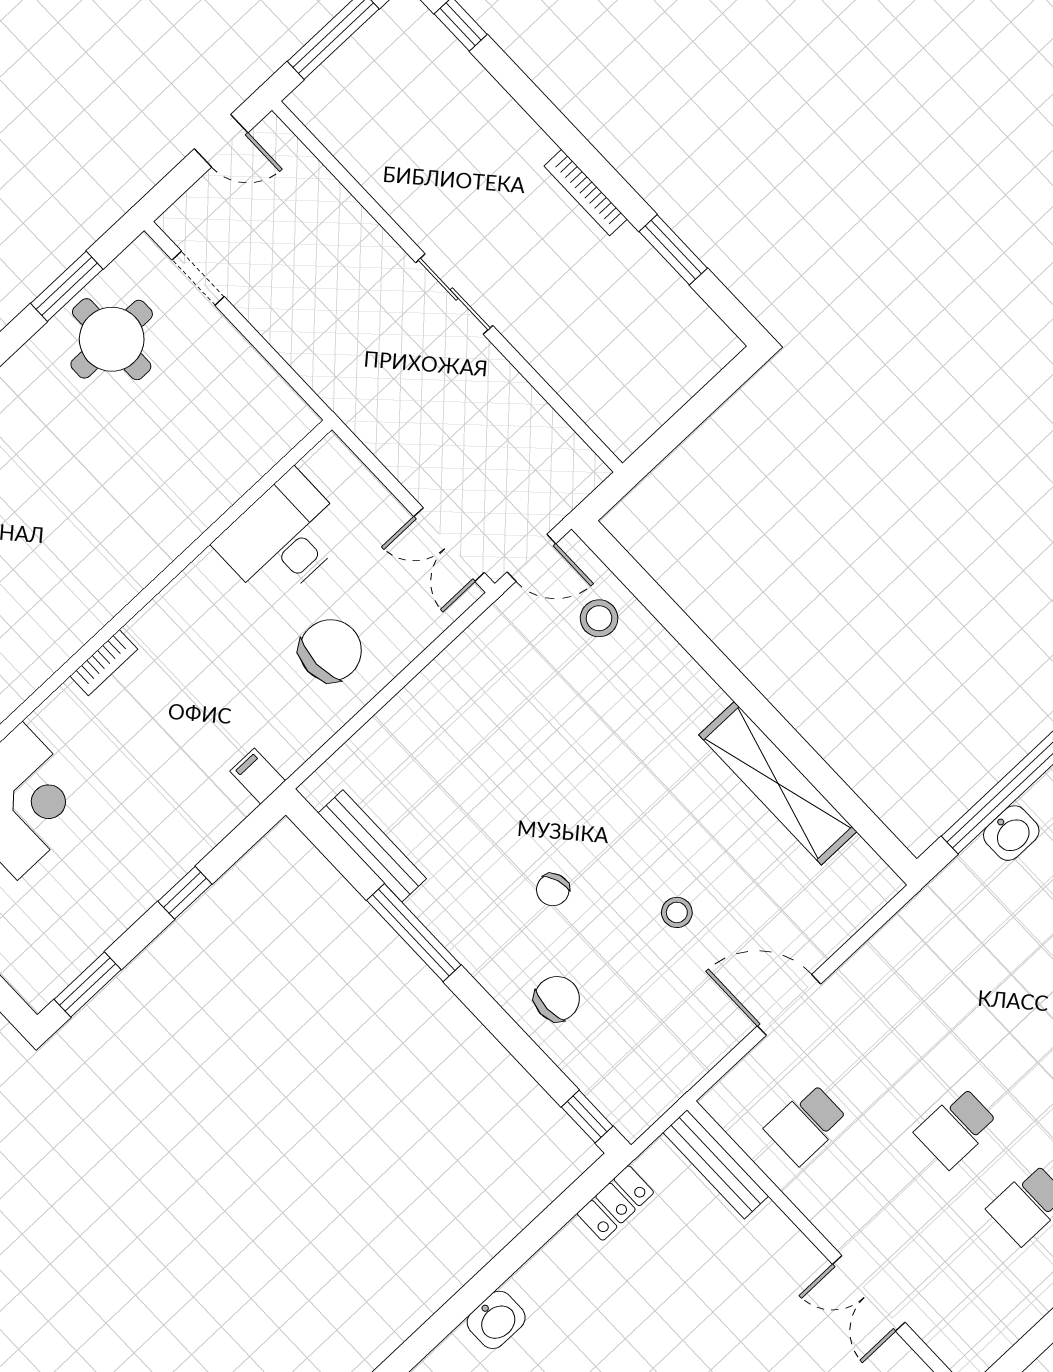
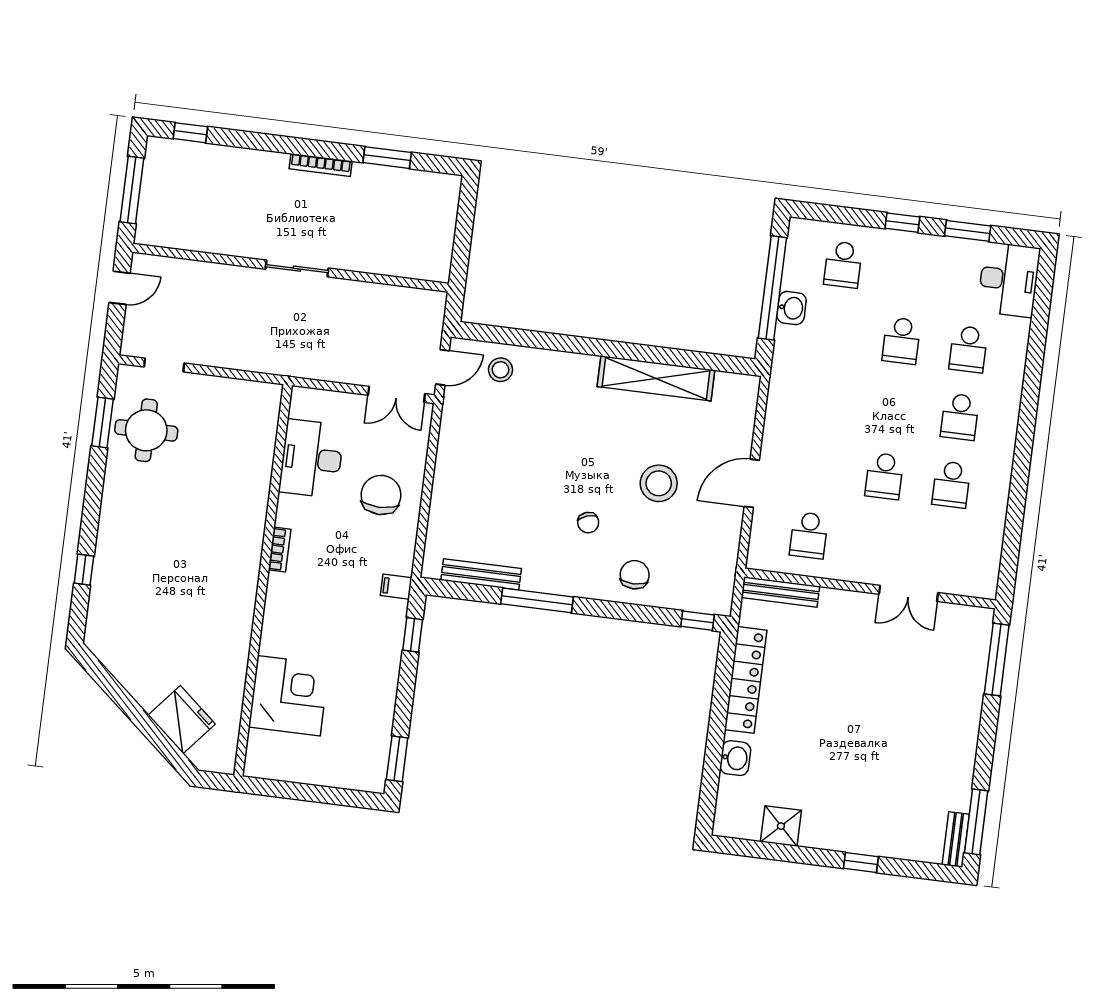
bookcase: (104, 663) -> (280, 550), moved
window: (185, 893) -> (413, 635), moved
stool: (677, 912) -> (659, 483), width x1.89, depth x1.89
locker: (615, 1203) -> (746, 680), width x2.16, depth x1.21

